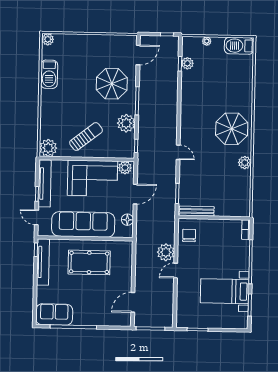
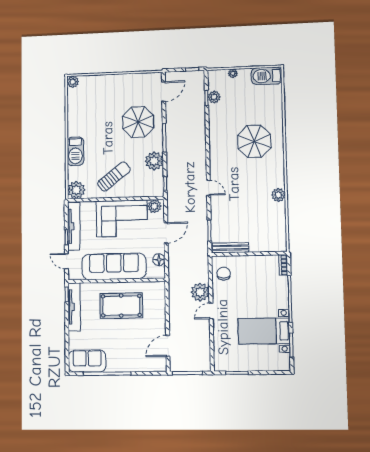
barbecue: (49, 74) -> (75, 151), moved
parasol: (232, 129) -> (254, 141), moved

